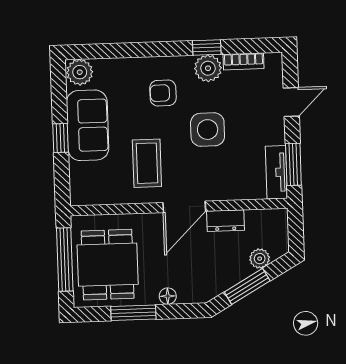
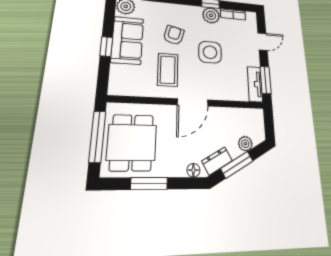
armchair: (163, 93) -> (174, 35), moved, turned 105
dresser: (225, 221) -> (217, 161), moved, turned 150
floor lamp: (168, 296) -> (193, 170), moved

